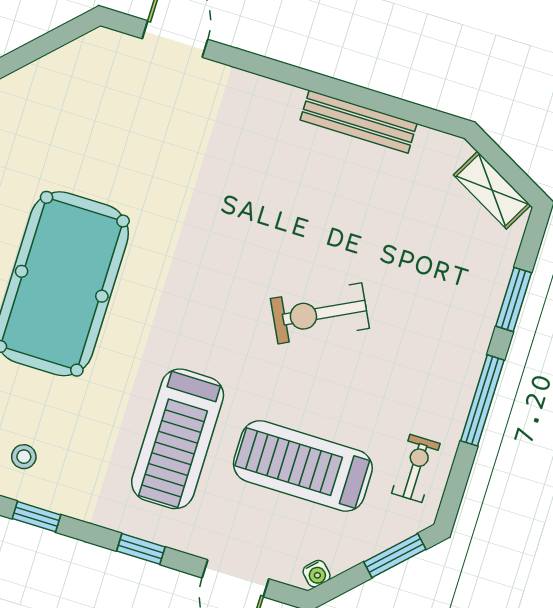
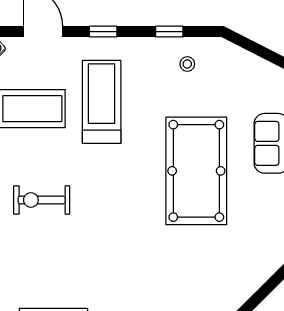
exercise bike: (320, 313) -> (42, 200), turned -153

